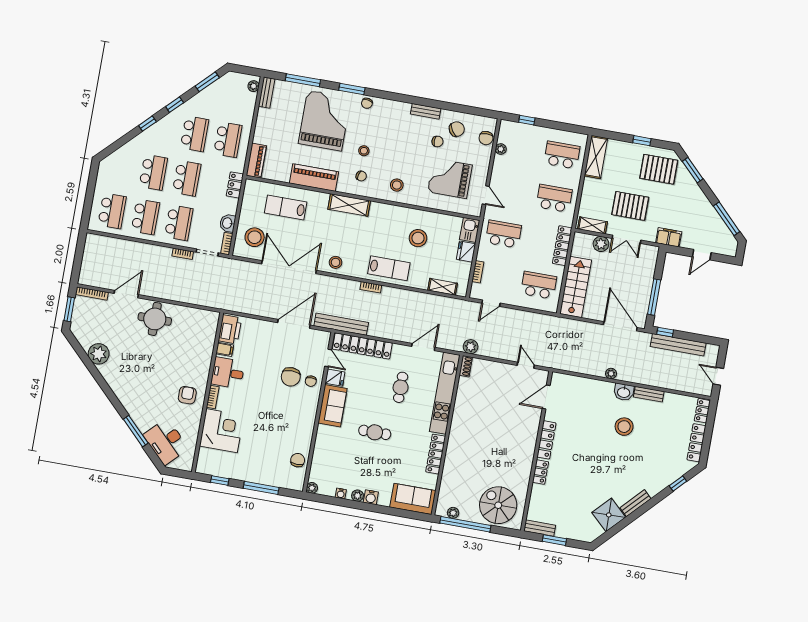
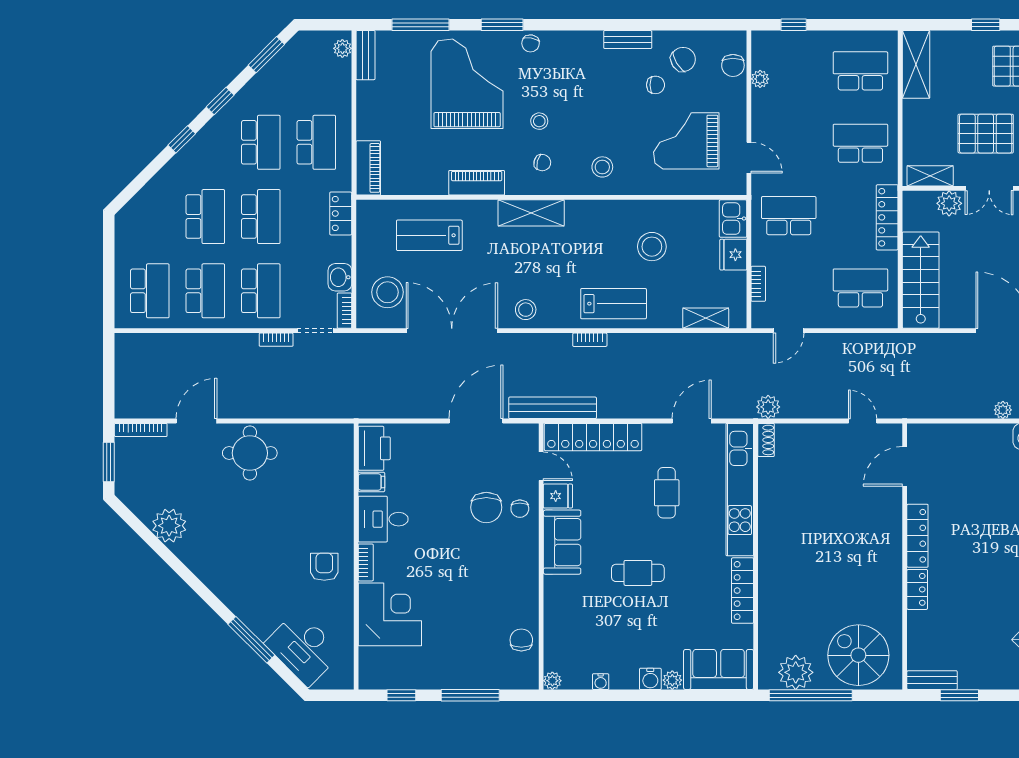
piano: (314, 178) -> (477, 183), width x0.73, depth x0.75
plant: (357, 496) -> (672, 680), moved
plant: (453, 513) -> (796, 672), width x1.88, depth x1.88

